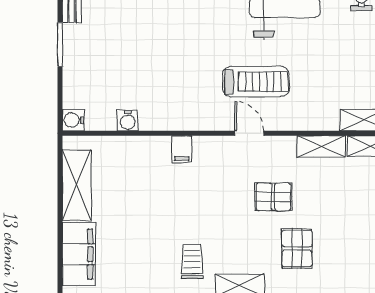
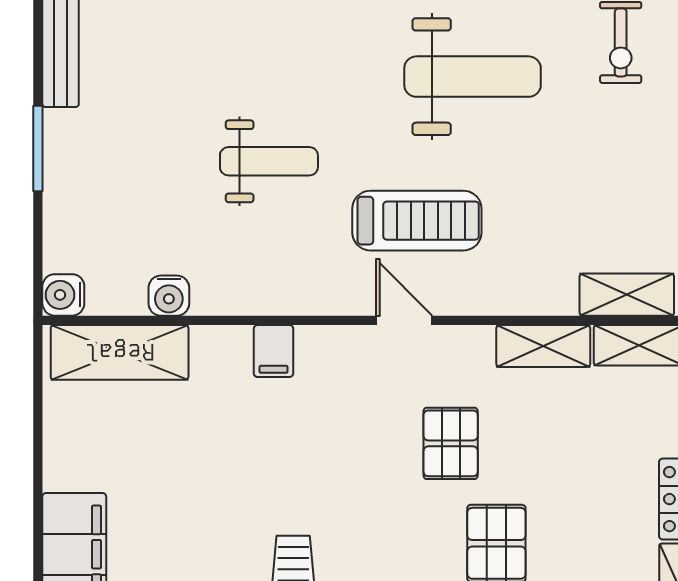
weight bench: (179, 51) -> (269, 161), added
shelving: (77, 185) -> (120, 352), moved, turned 90
pallet: (273, 197) -> (451, 443), turned 90

